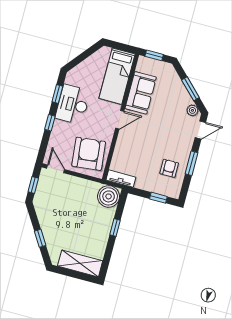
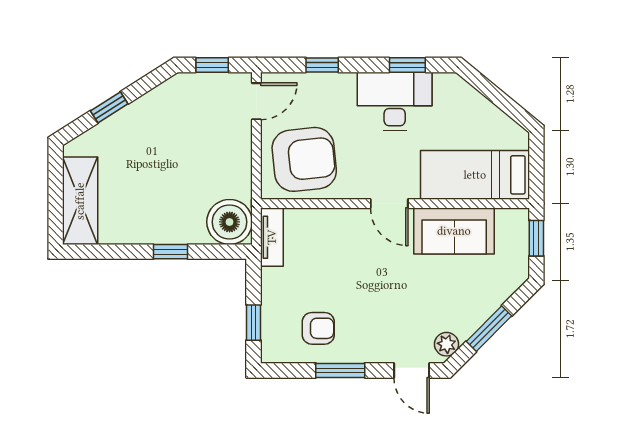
window: (50, 123) -> (322, 65), moved

